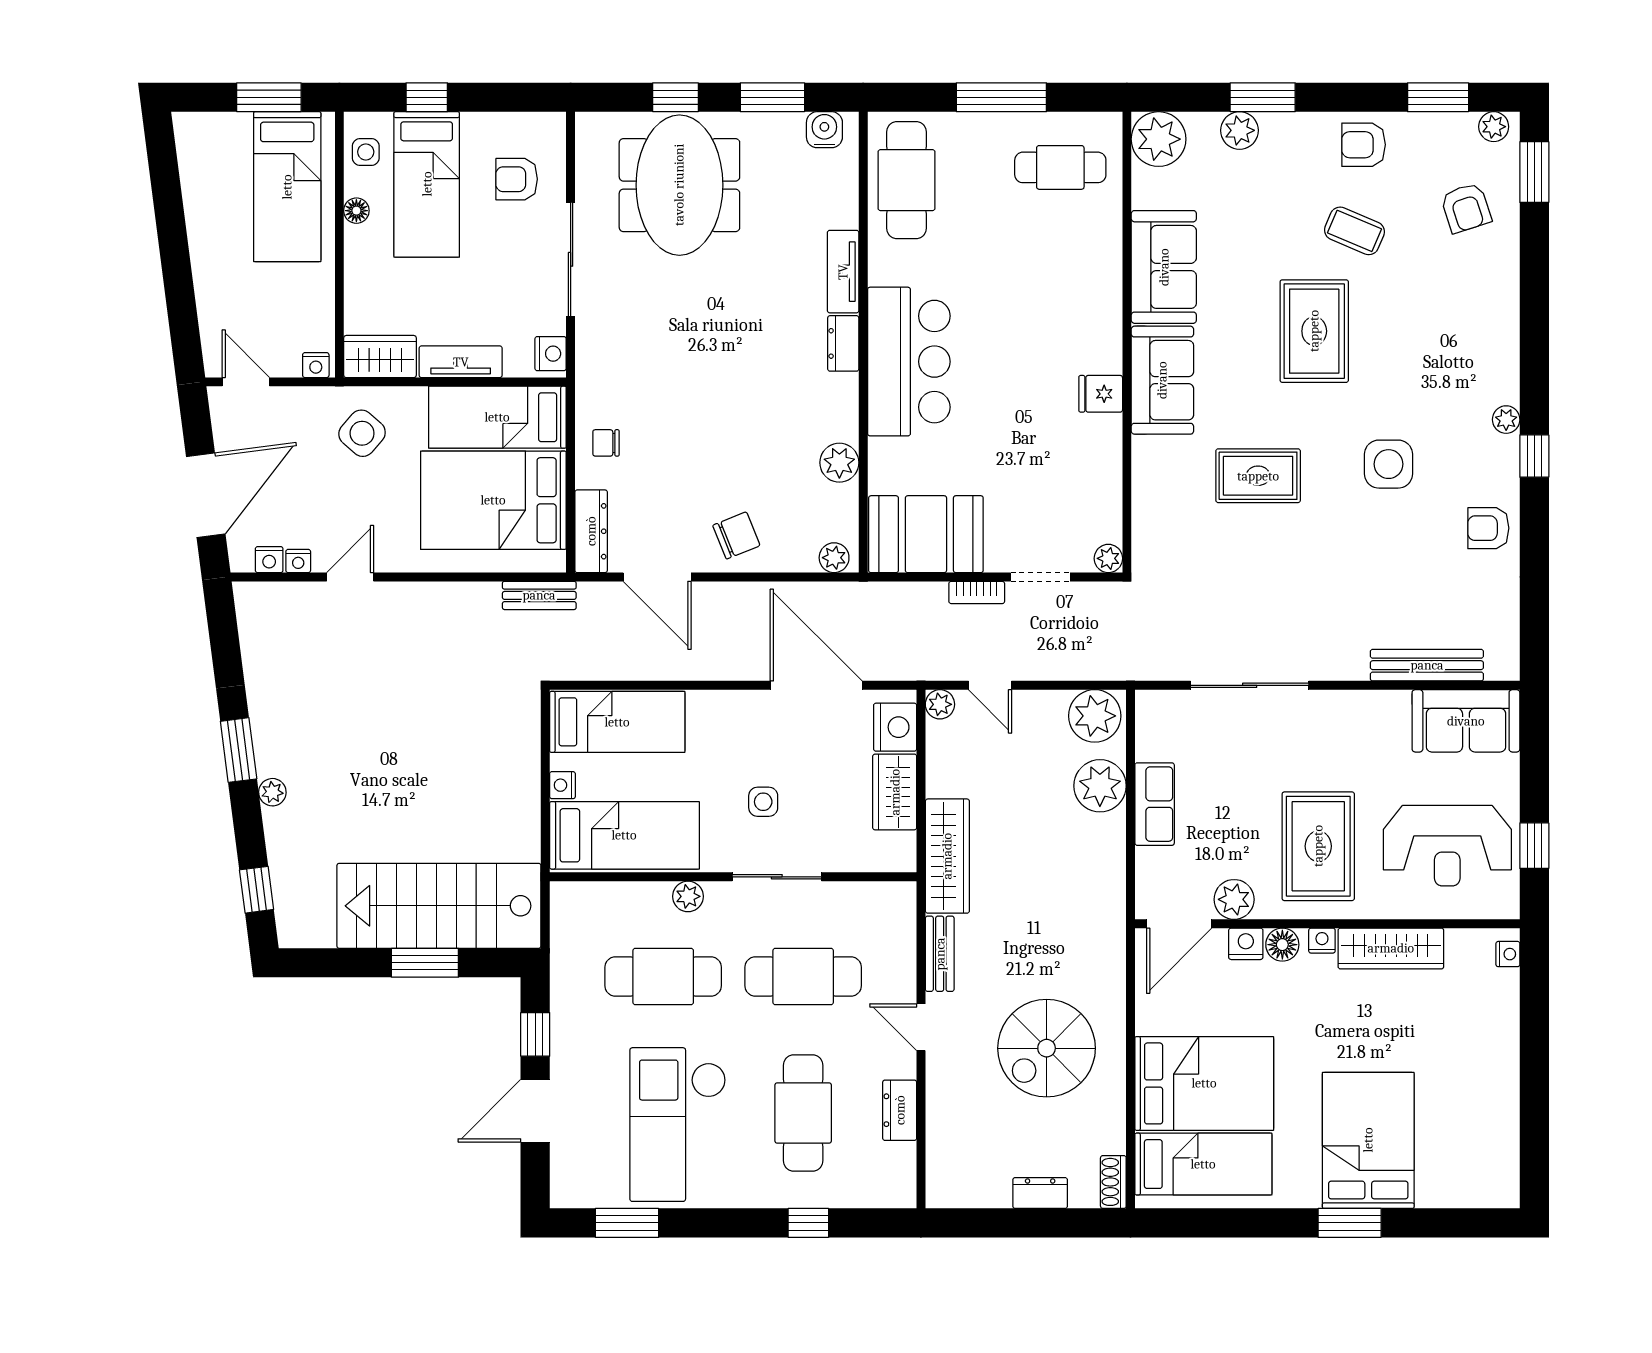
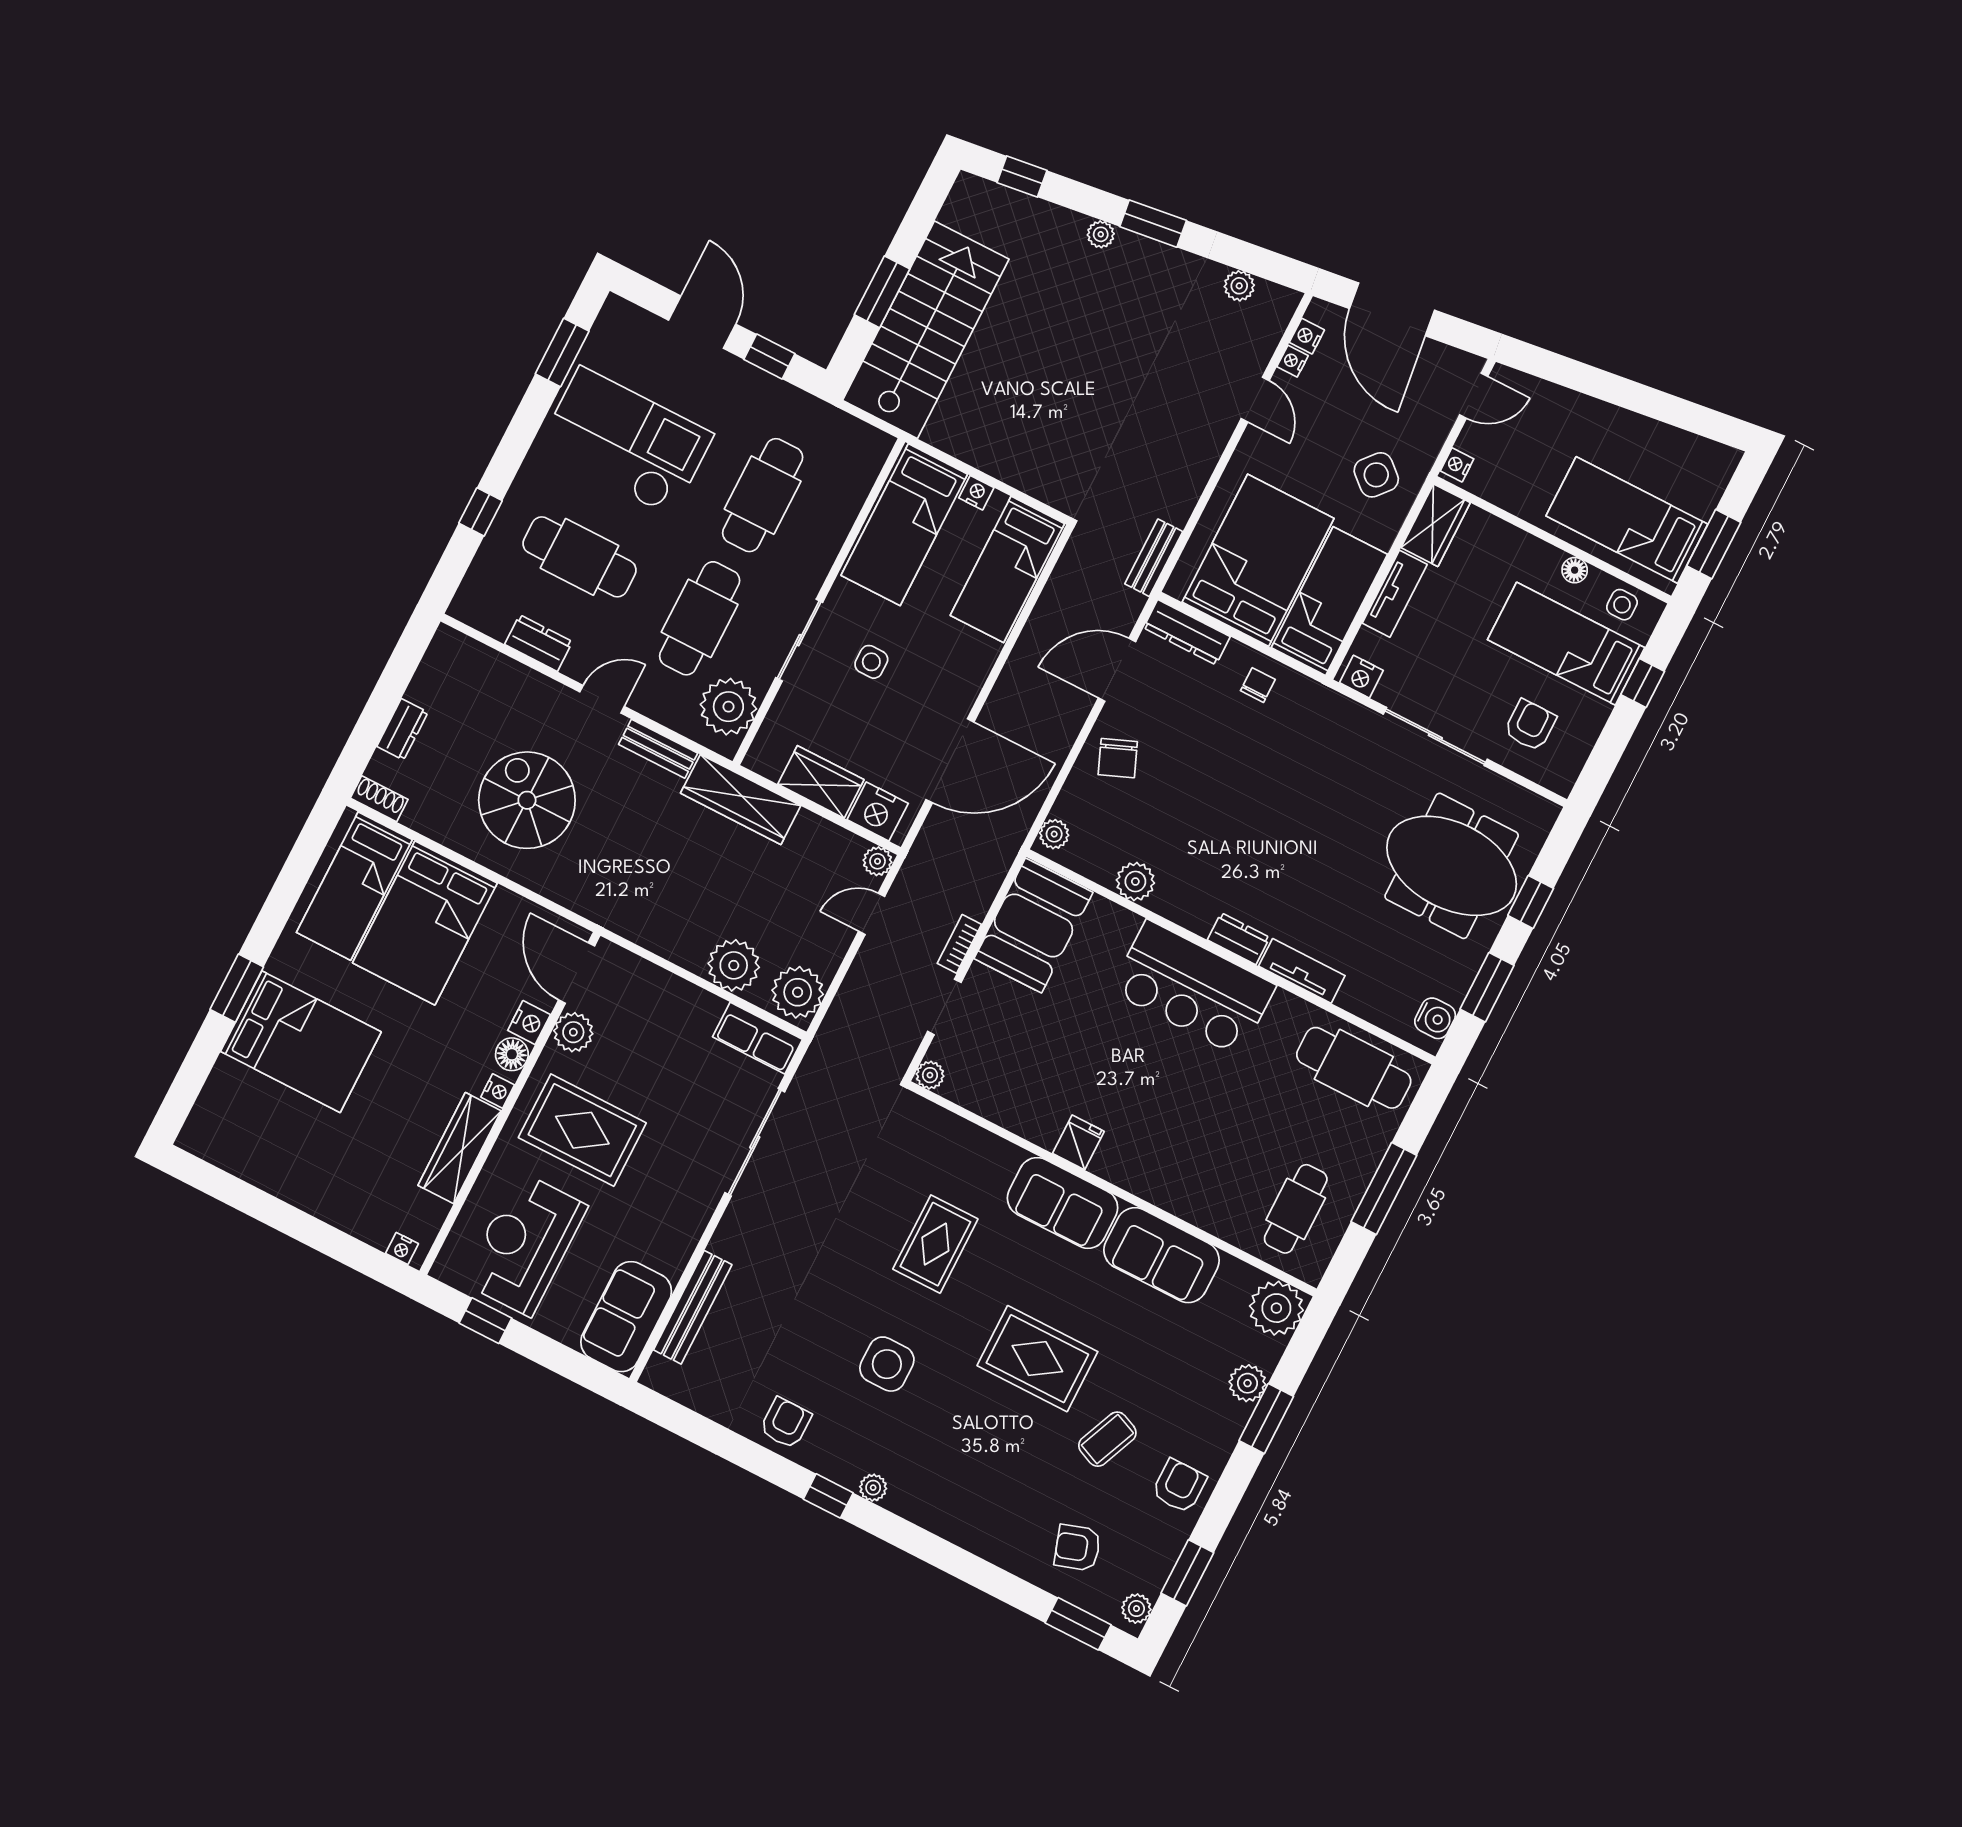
plant: (255, 644) -> (1239, 286), added
row of seats: (1155, 804) -> (757, 1038), moved
plant: (688, 896) -> (728, 707), moved, width x1.88, depth x1.88

